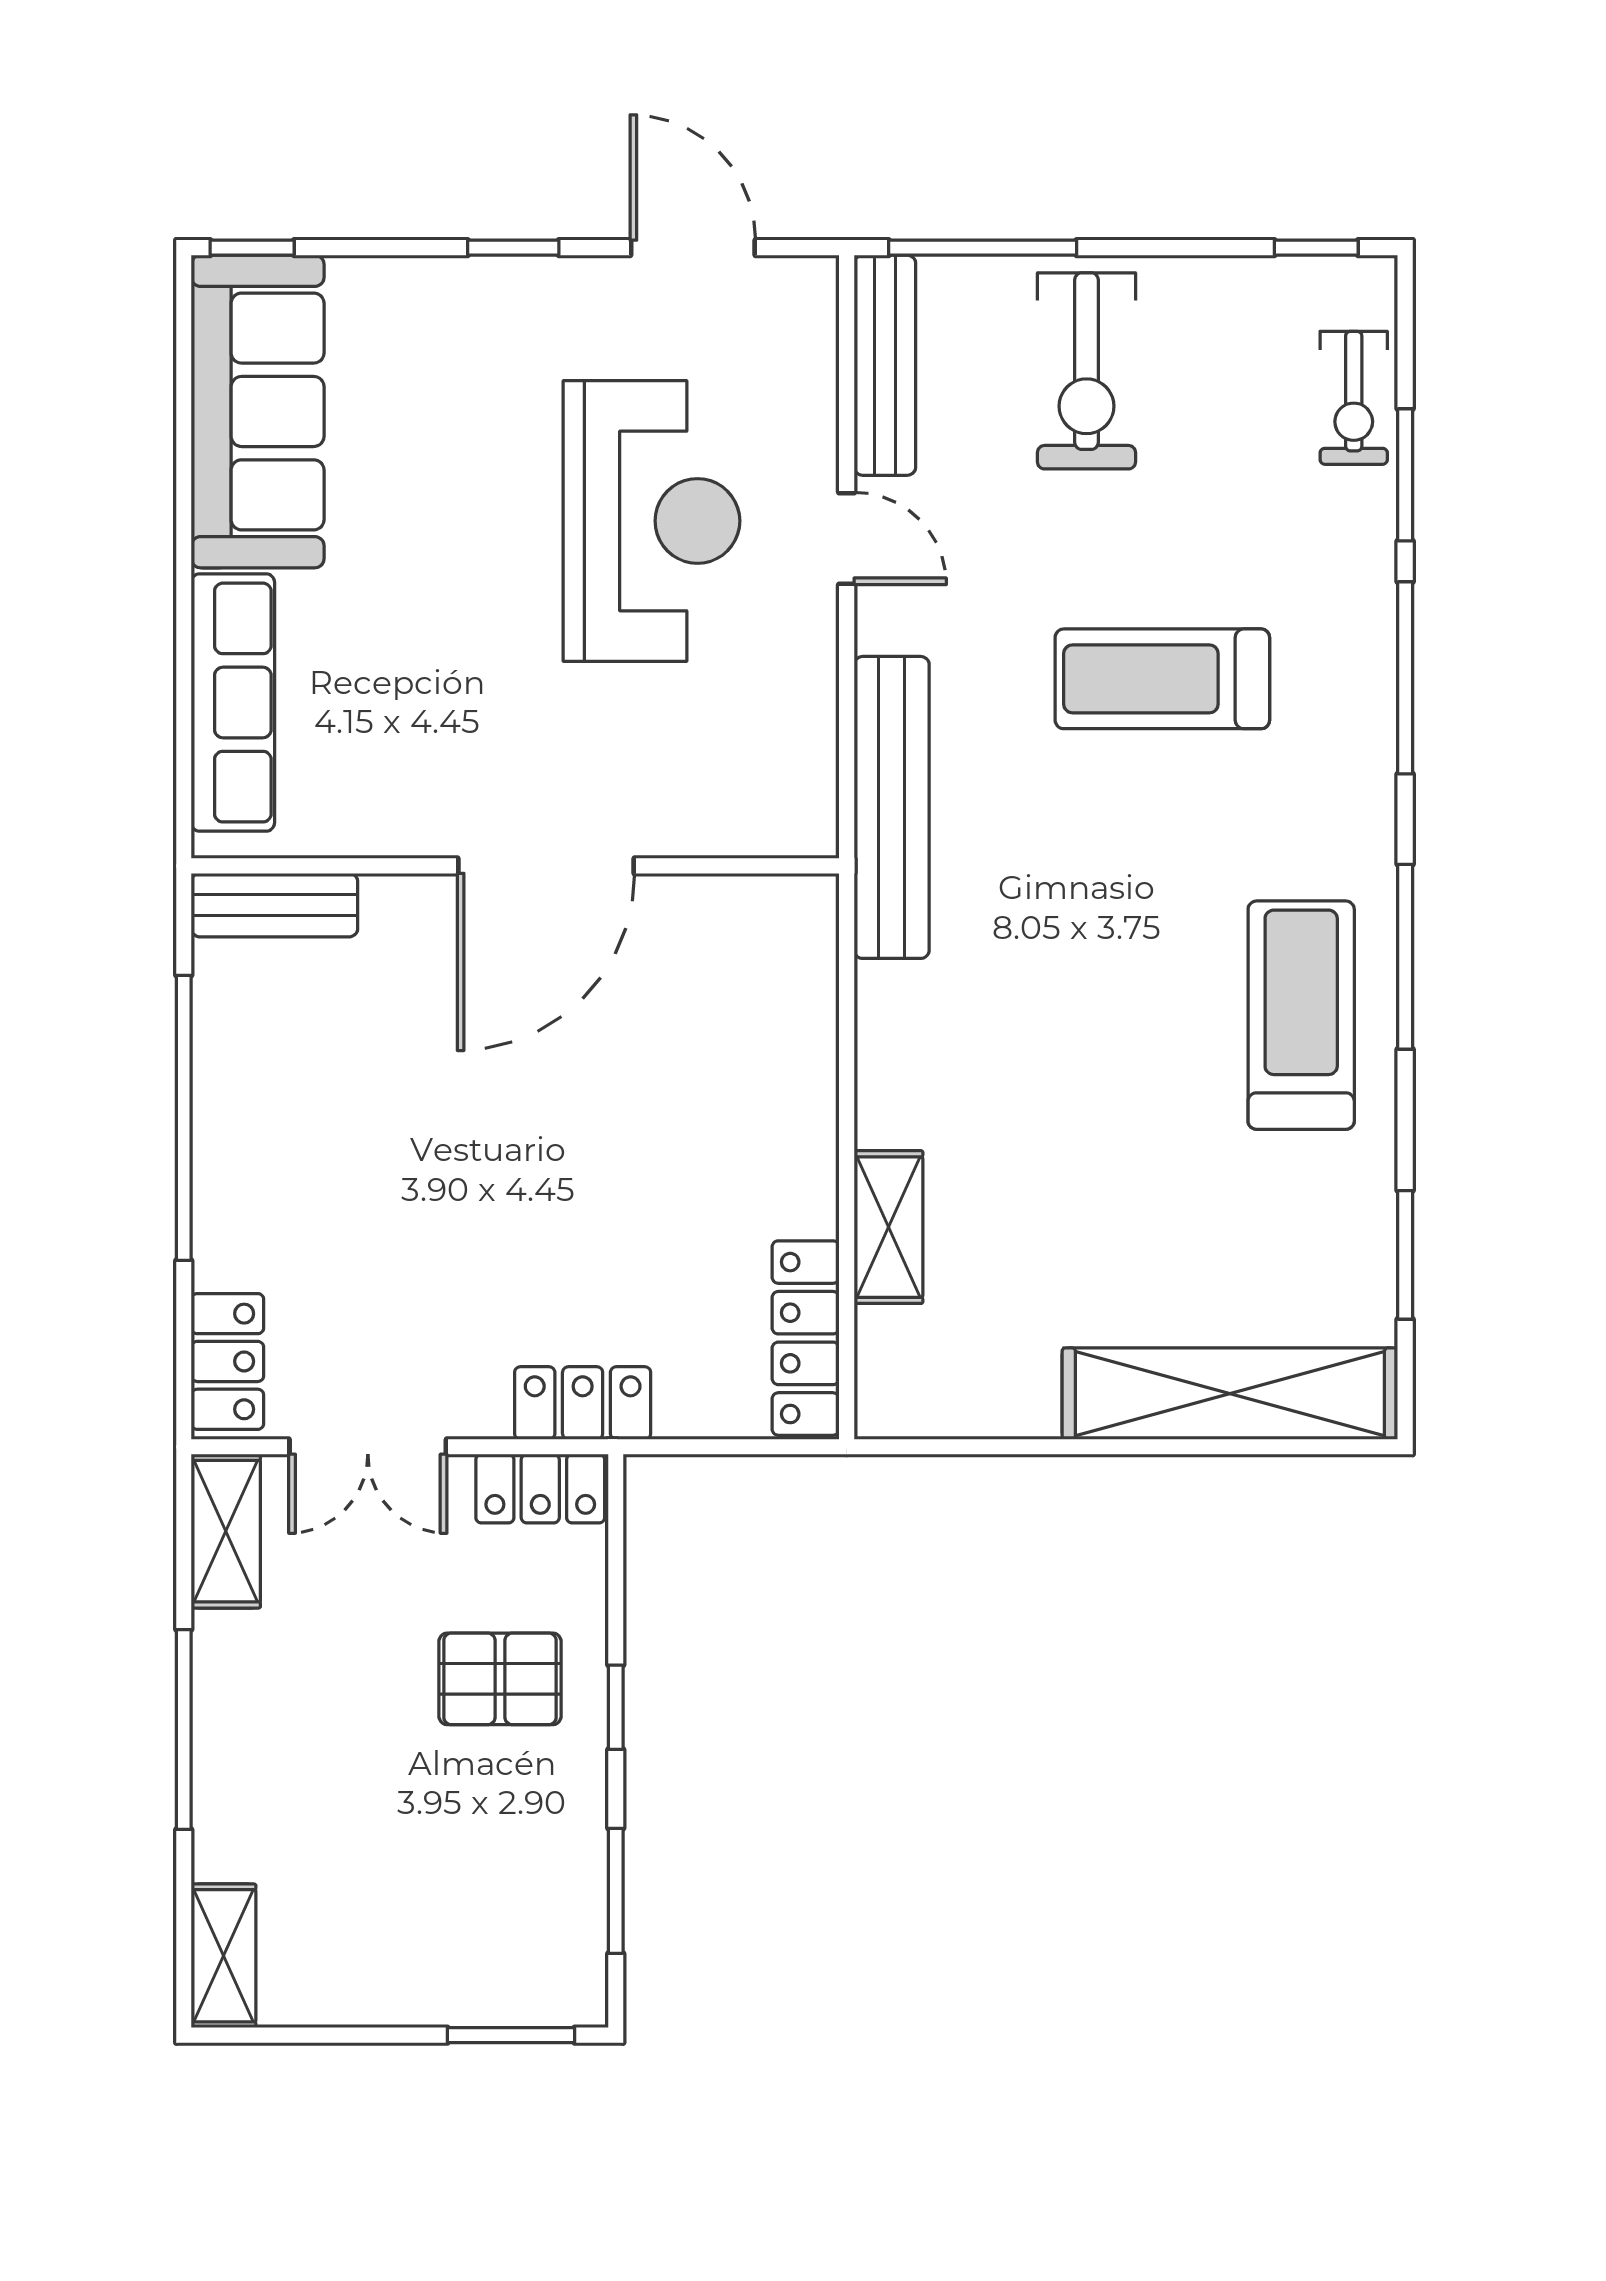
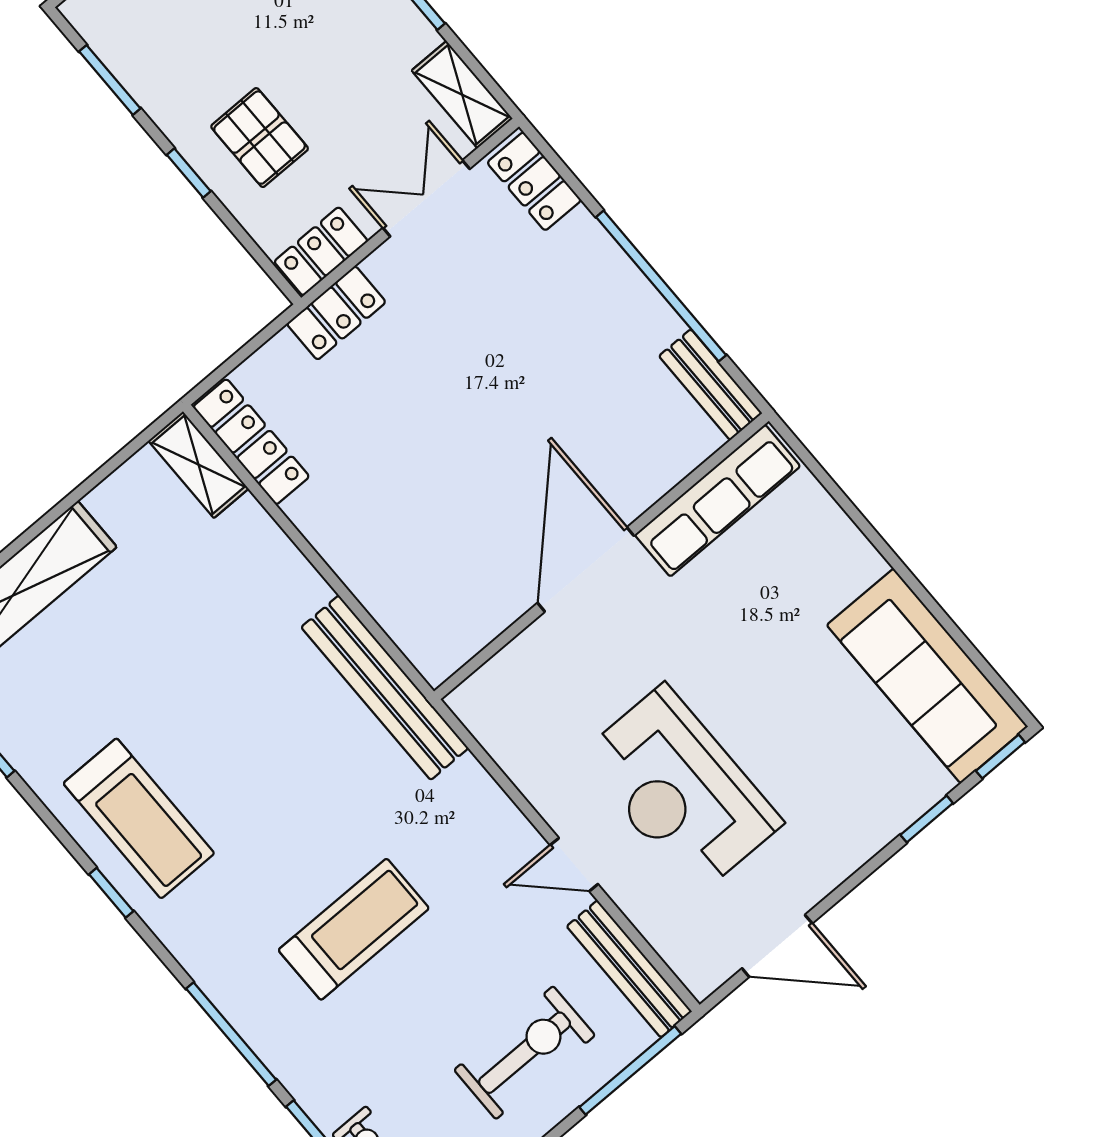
window: (513, 248) -> (927, 819), moved
exercise bike: (1086, 371) -> (525, 1053), turned 90
row of seats: (233, 703) -> (717, 501), moved, turned -90
bench: (892, 807) -> (385, 688), moved
bench: (274, 905) -> (710, 385), moved, turned 90
window: (1405, 957) -> (111, 893), width x0.46
shelving: (888, 1227) -> (198, 465), moved
pallet: (500, 1679) -> (260, 138), turned 90

